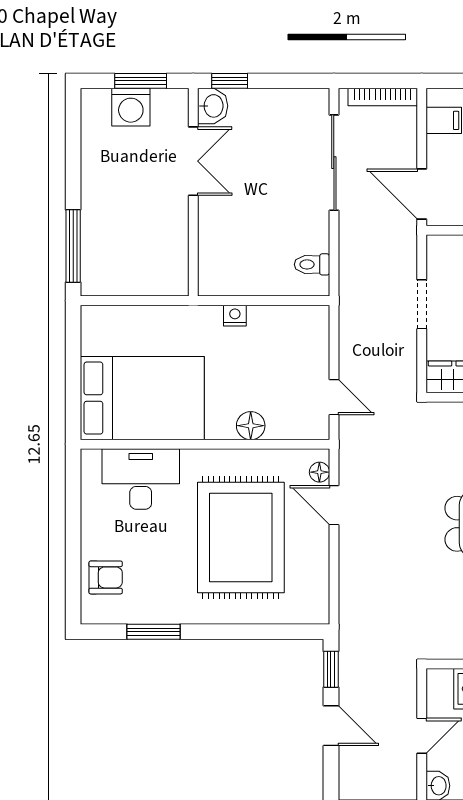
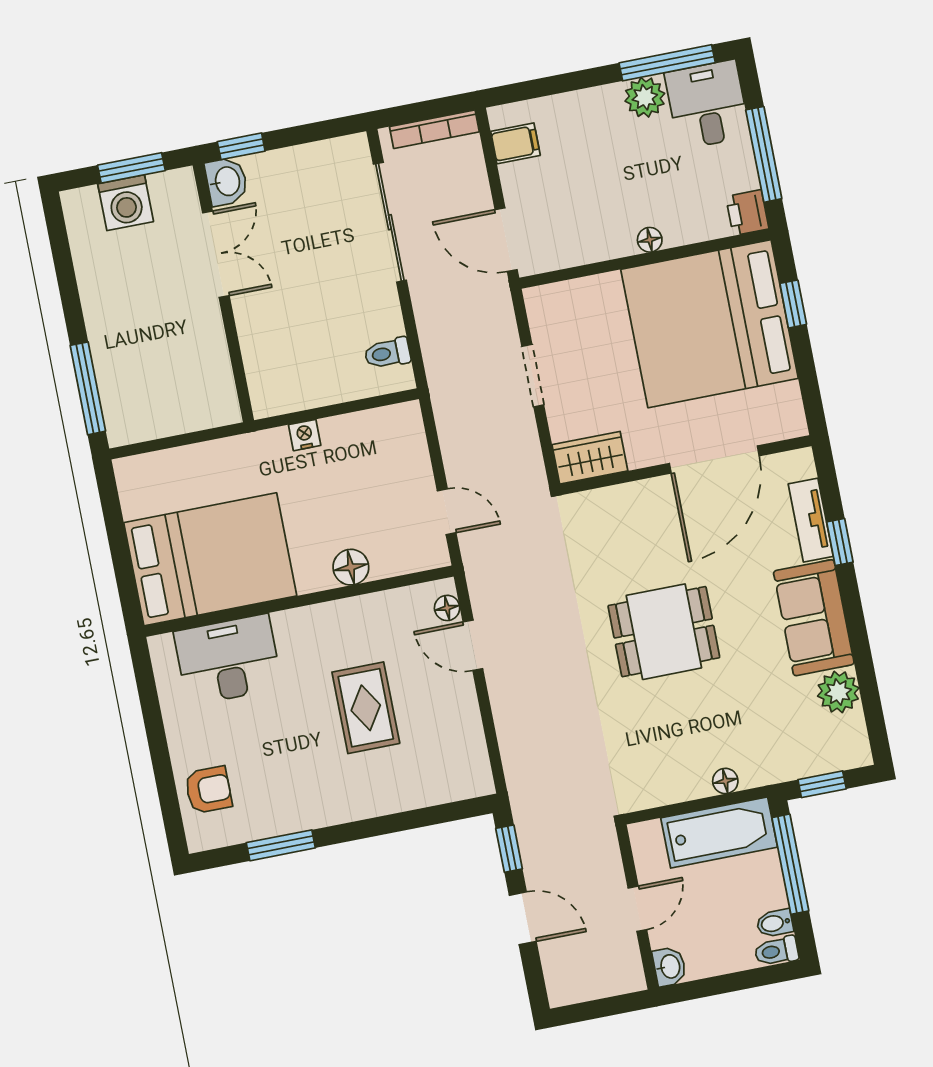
rug: (241, 538) -> (366, 708), width x0.54, depth x0.49

